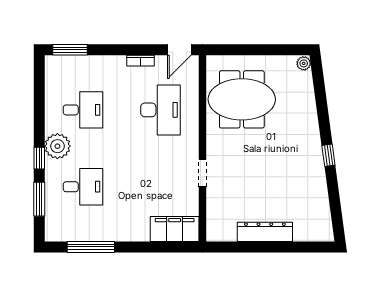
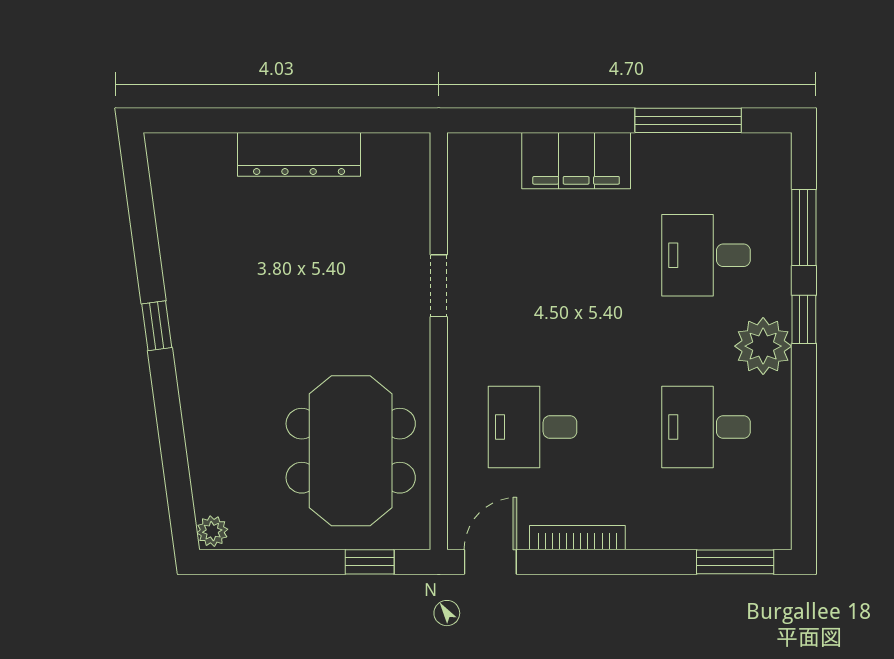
window: (233, 50) -> (370, 562), added
bookcase: (140, 61) -> (577, 538), width x1.56
meeting table: (242, 99) -> (351, 451), turned 90
desk: (160, 110) -> (533, 427), width x0.73
filing cabinet: (175, 229) -> (576, 161), moved

